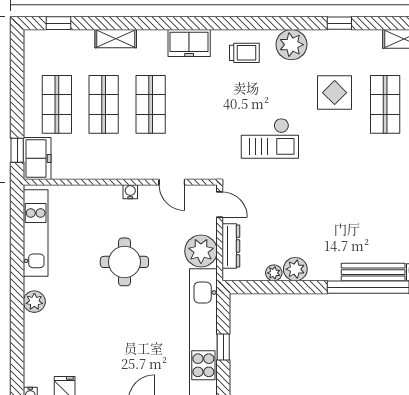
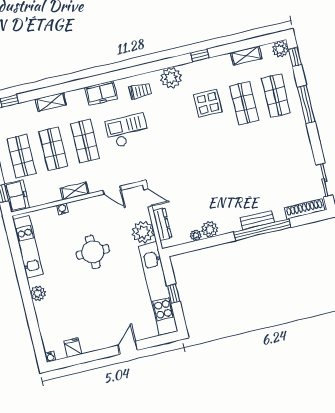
checkout: (270, 138) -> (127, 131), moved, turned 180
shelving: (119, 171) -> (75, 191), added
water cooler: (130, 192) -> (62, 209), moved
bench: (373, 272) -> (257, 220), width x0.73

